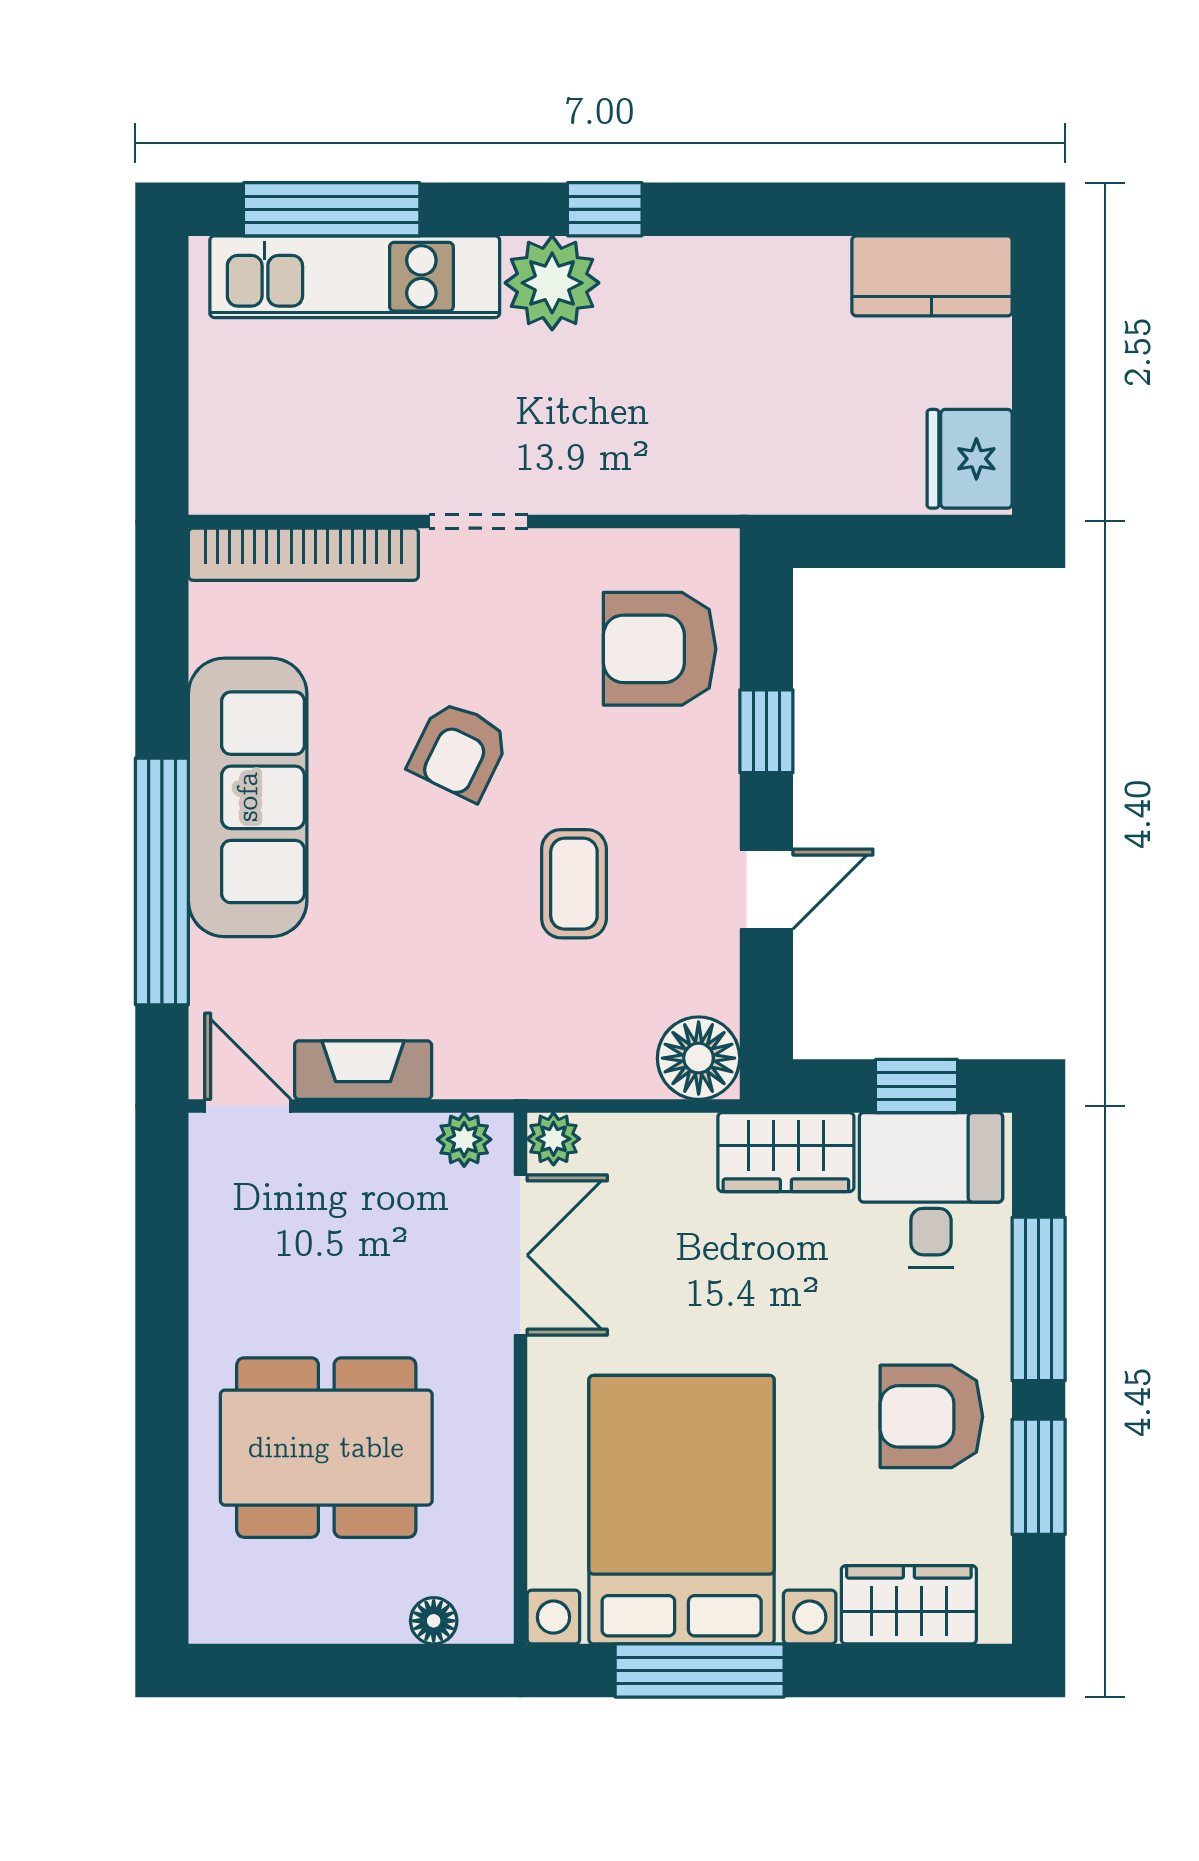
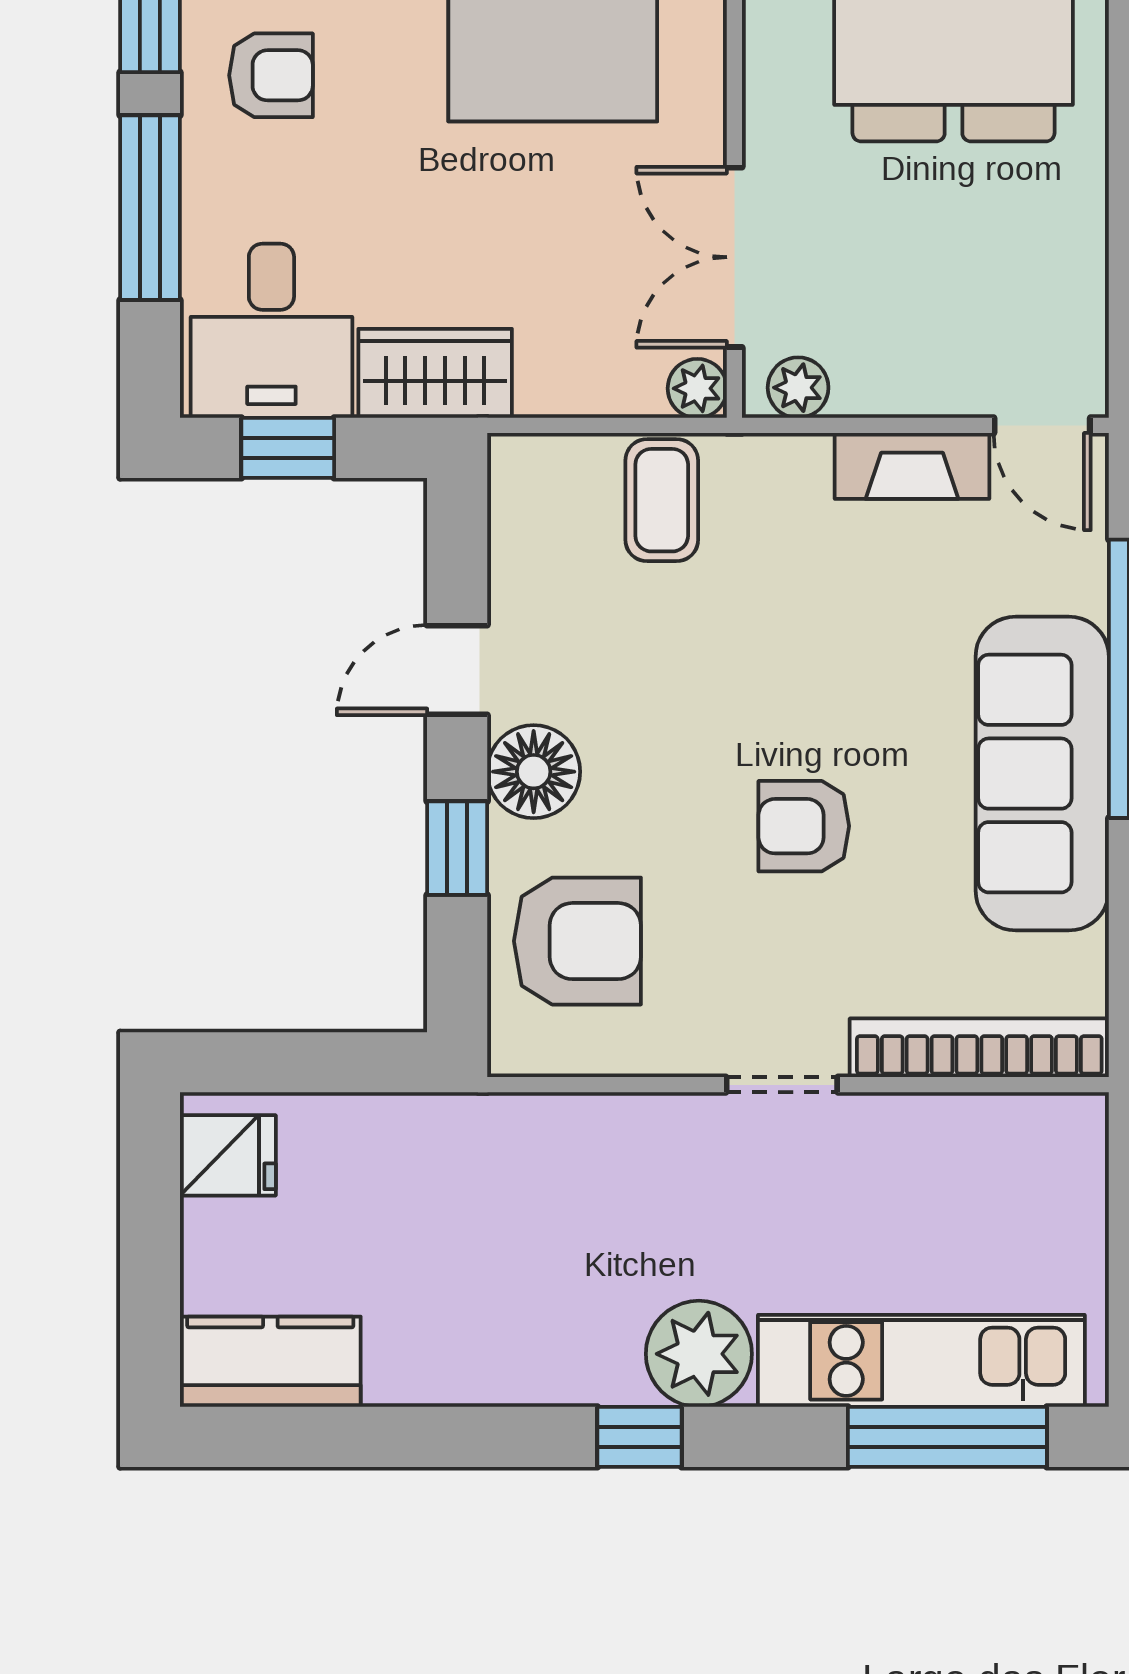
fridge: (970, 459) -> (228, 1155), width x0.72
armchair: (459, 751) -> (804, 826), turned -116
coffee table: (574, 884) -> (662, 500), moved
floor lamp: (699, 1058) -> (534, 772), moved
armchair: (931, 1416) -> (271, 75), width x0.72, depth x0.72

